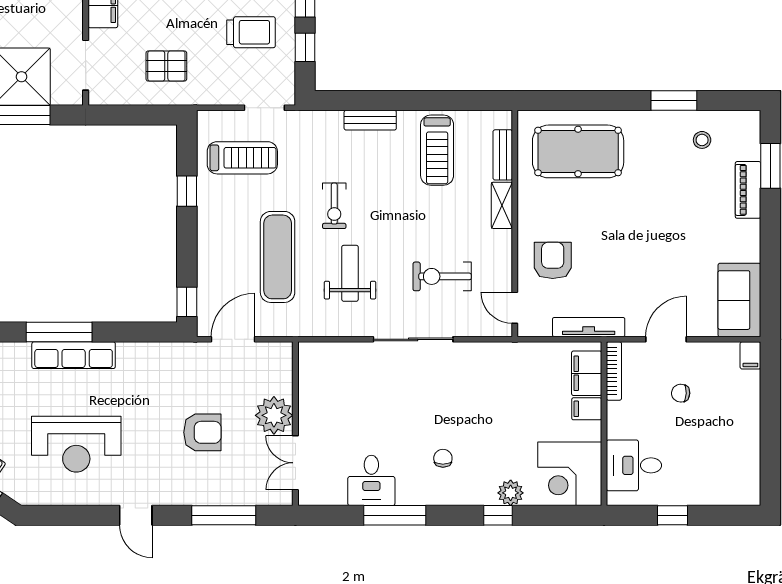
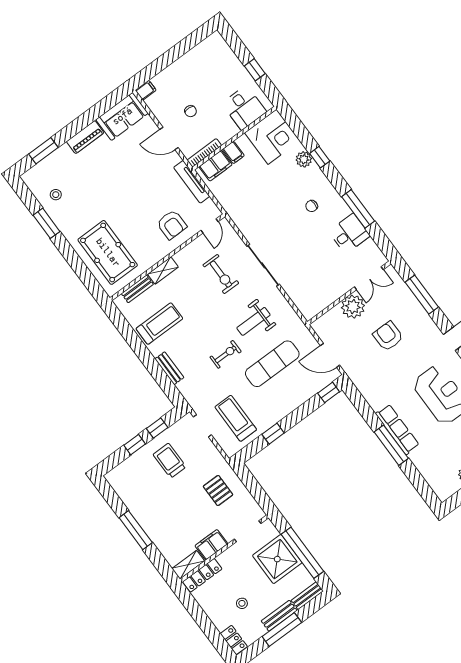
piano: (748, 190) -> (85, 137), moved
armchair: (553, 260) -> (172, 225), turned -90

